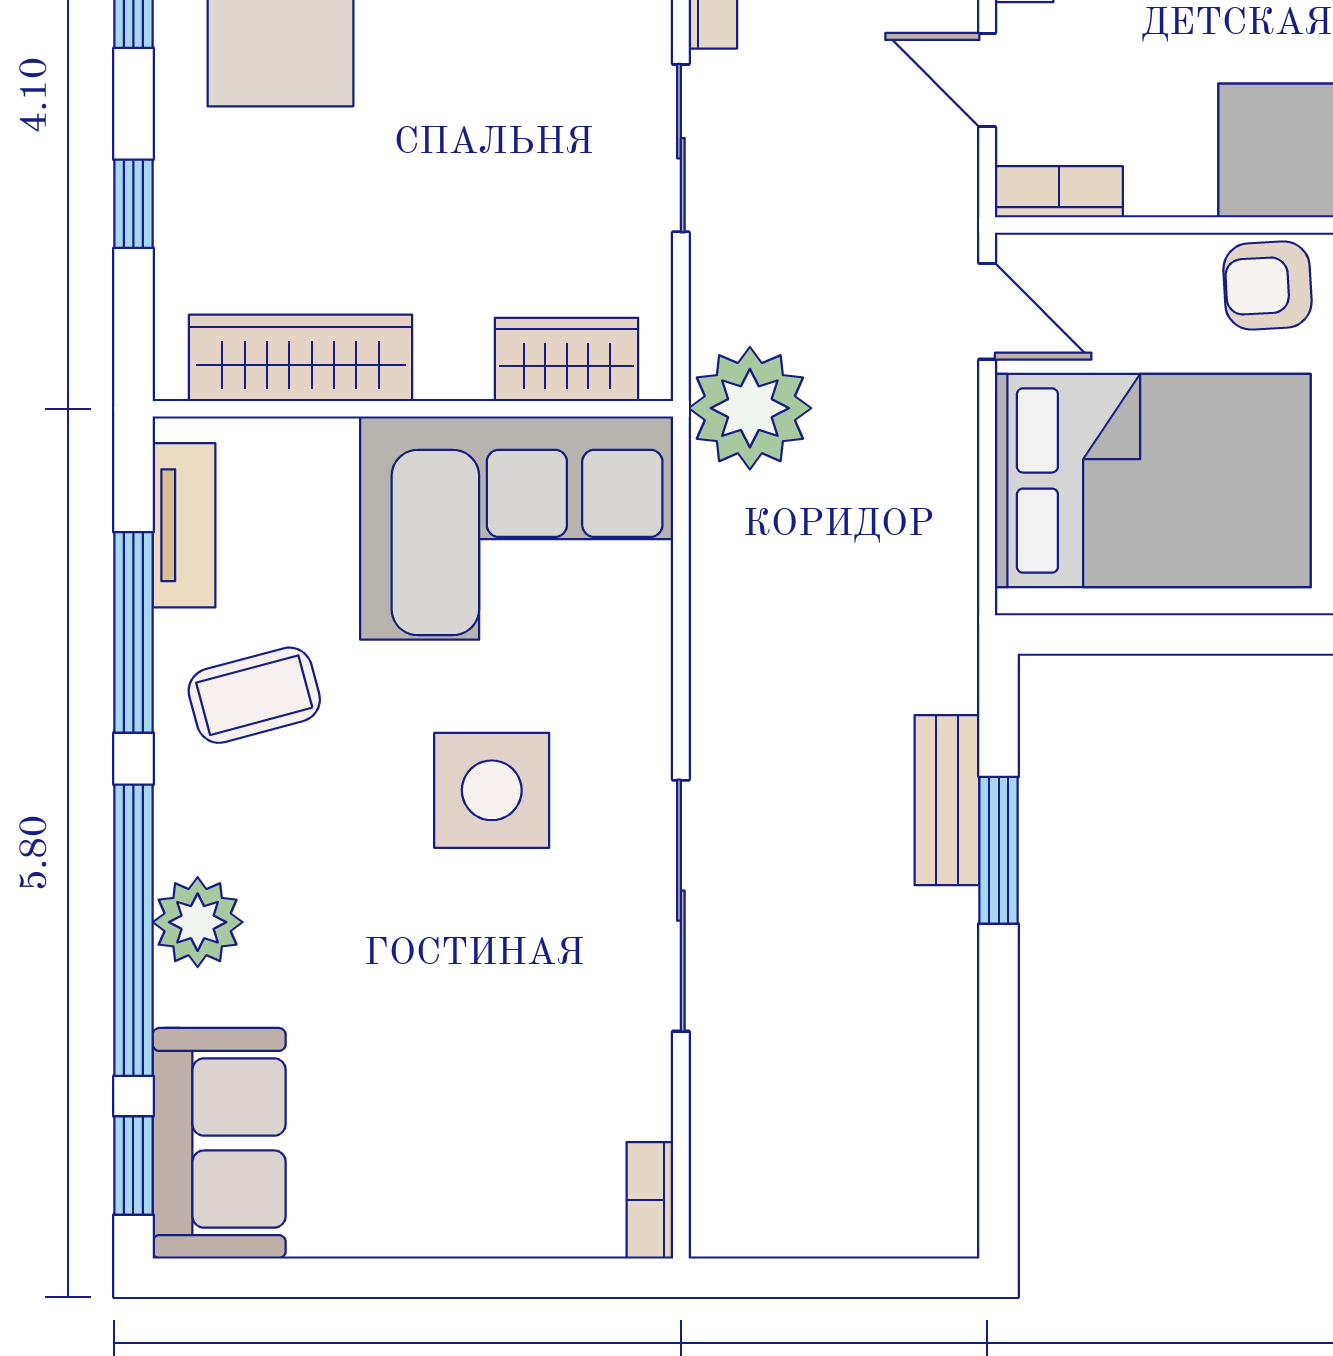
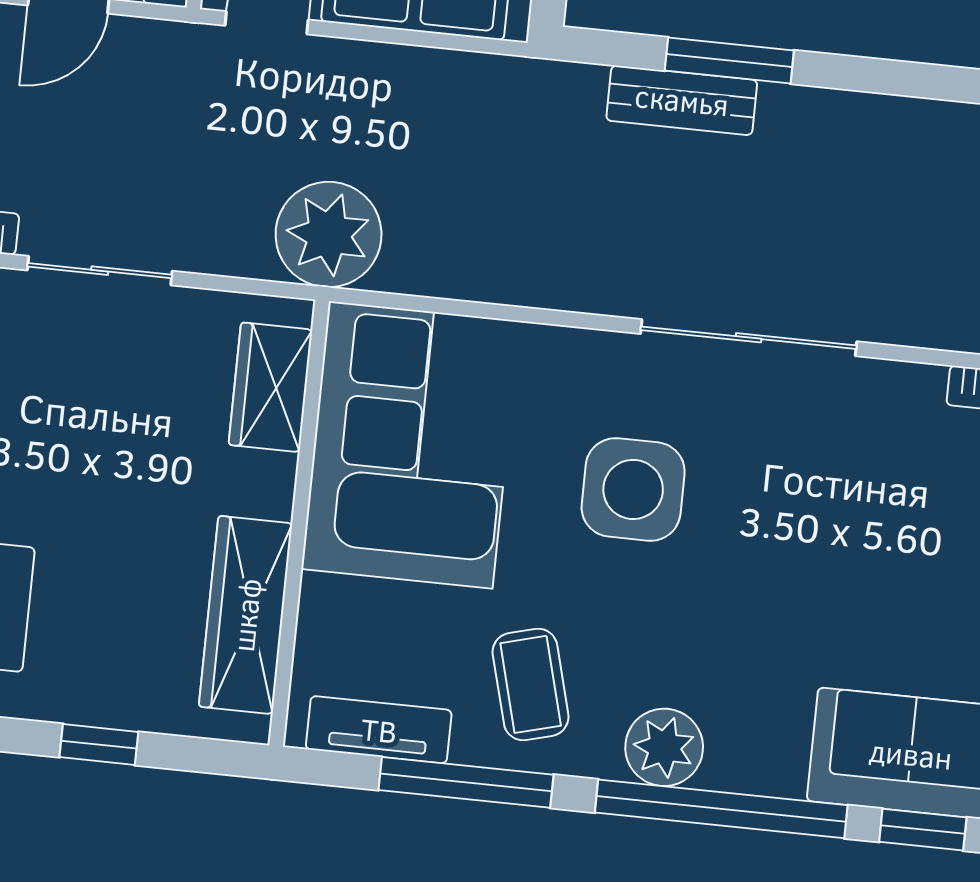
plant: (198, 922) -> (664, 747), moved

